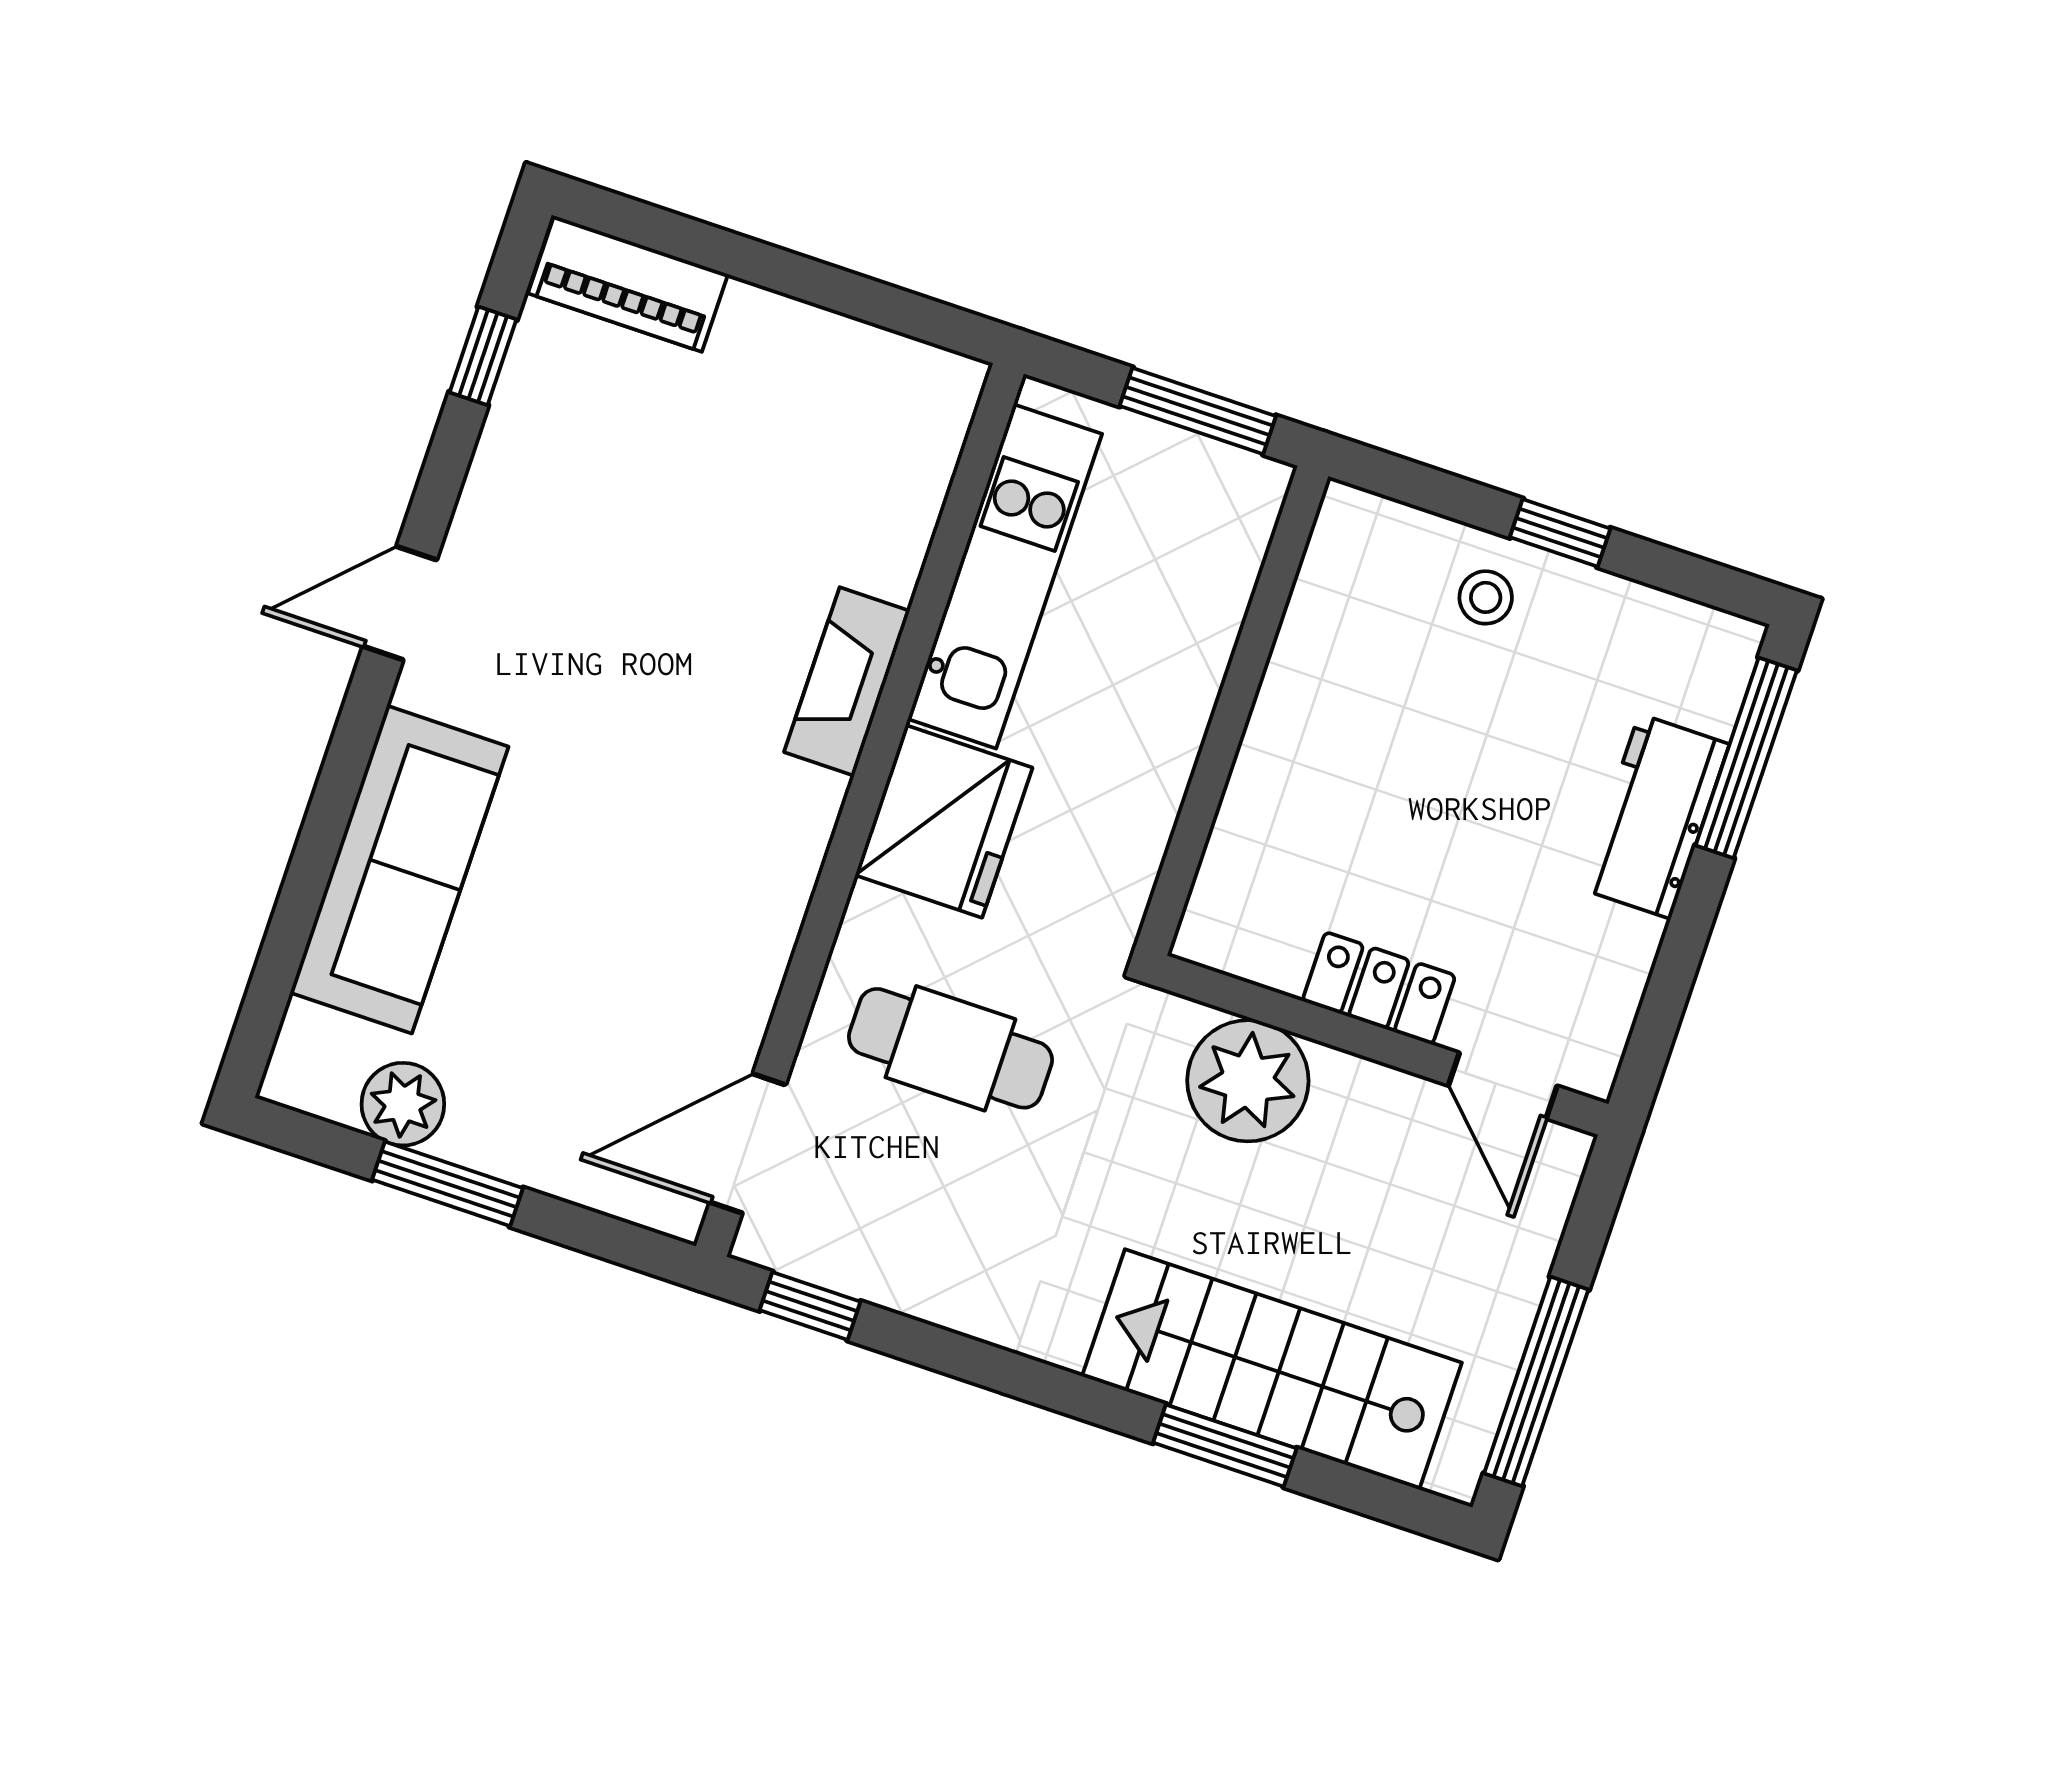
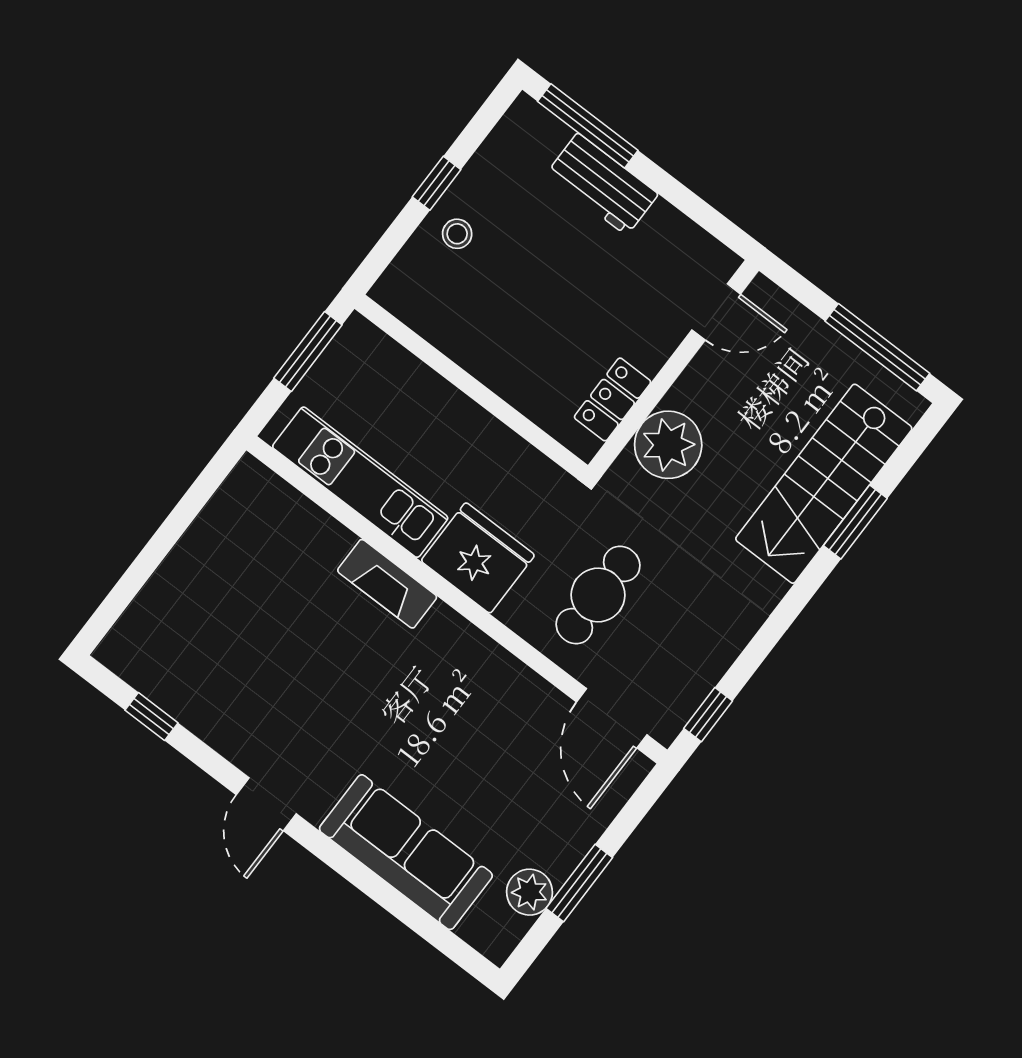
piano: (628, 284) -> (139, 628), removed
locker: (1379, 988) -> (613, 399), moved

